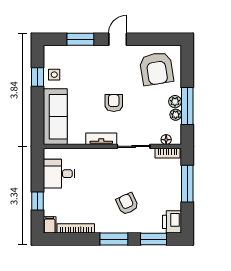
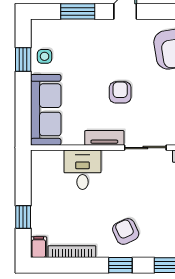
desk: (59, 174) -> (82, 170), moved, turned 90
armchair: (127, 204) -> (126, 232), moved
window: (114, 239) -> (120, 265), width x0.67

